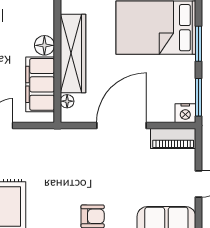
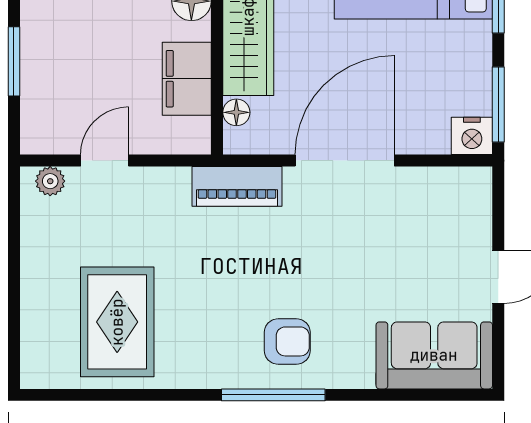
filing cabinet: (40, 84) -> (187, 79), width x0.67, depth x0.86
piano: (173, 138) -> (237, 186), moved

